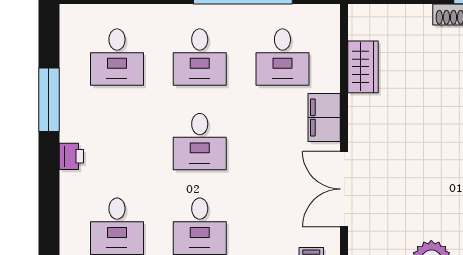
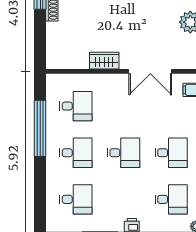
wardrobe: (363, 67) -> (104, 61), moved
filing cabinet: (324, 117) -> (110, 83), removed

